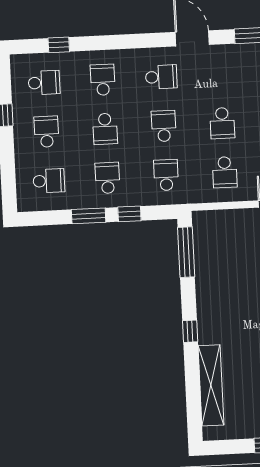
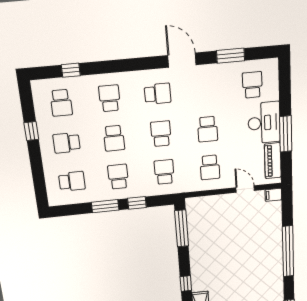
school desk: (44, 83) -> (61, 103), turned 90
school desk: (46, 132) -> (67, 143), turned -90

